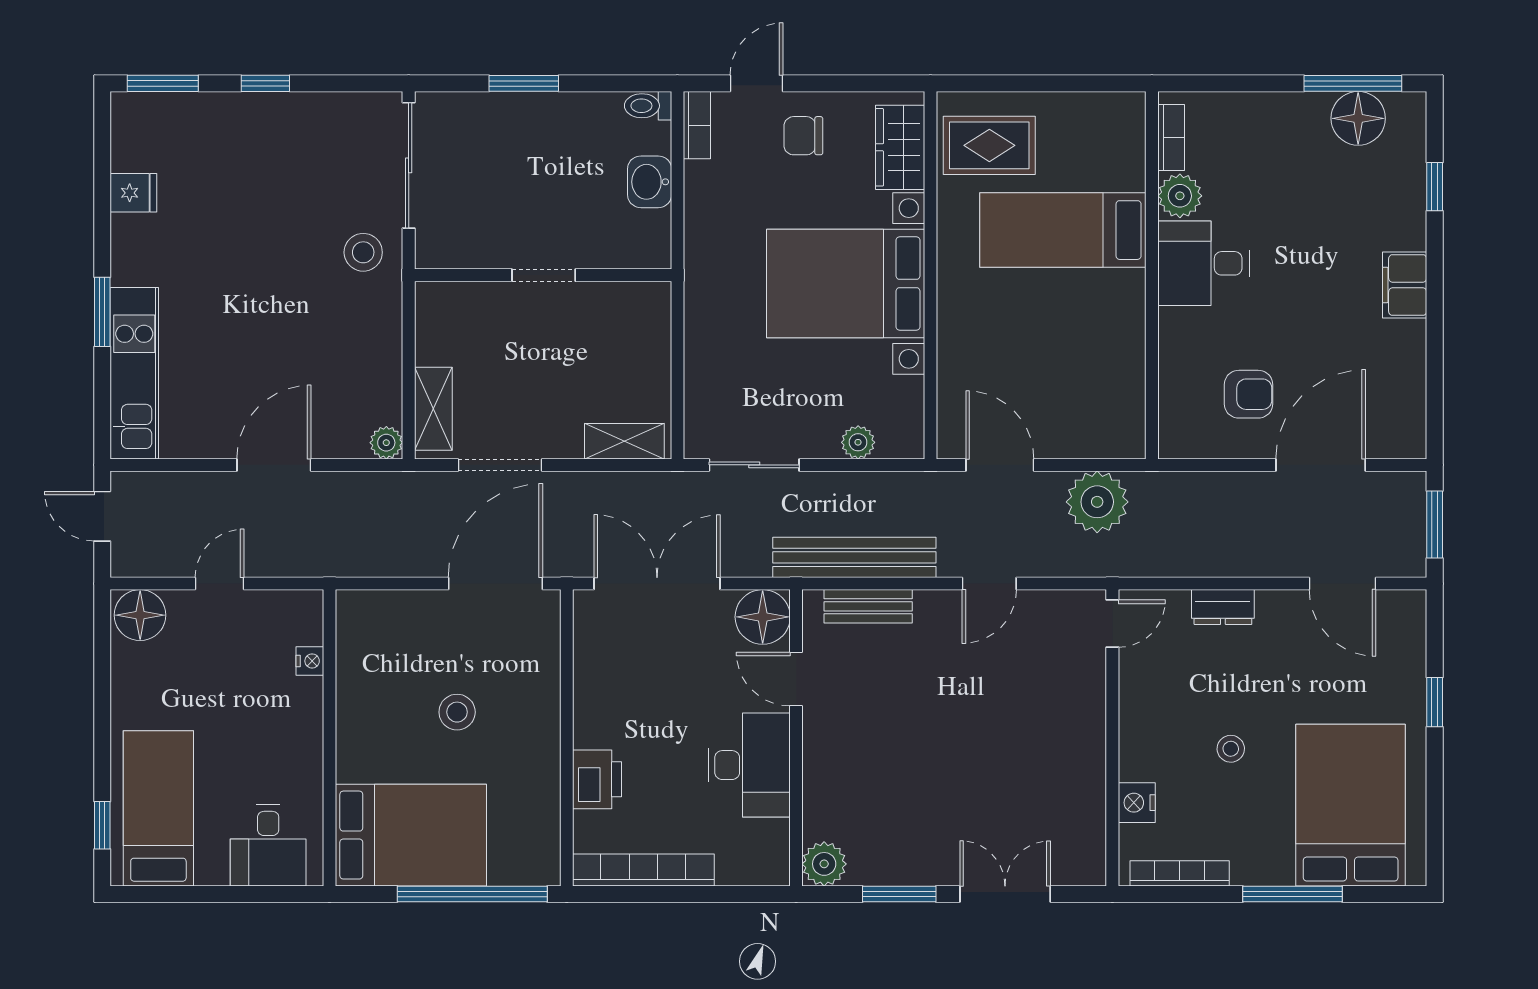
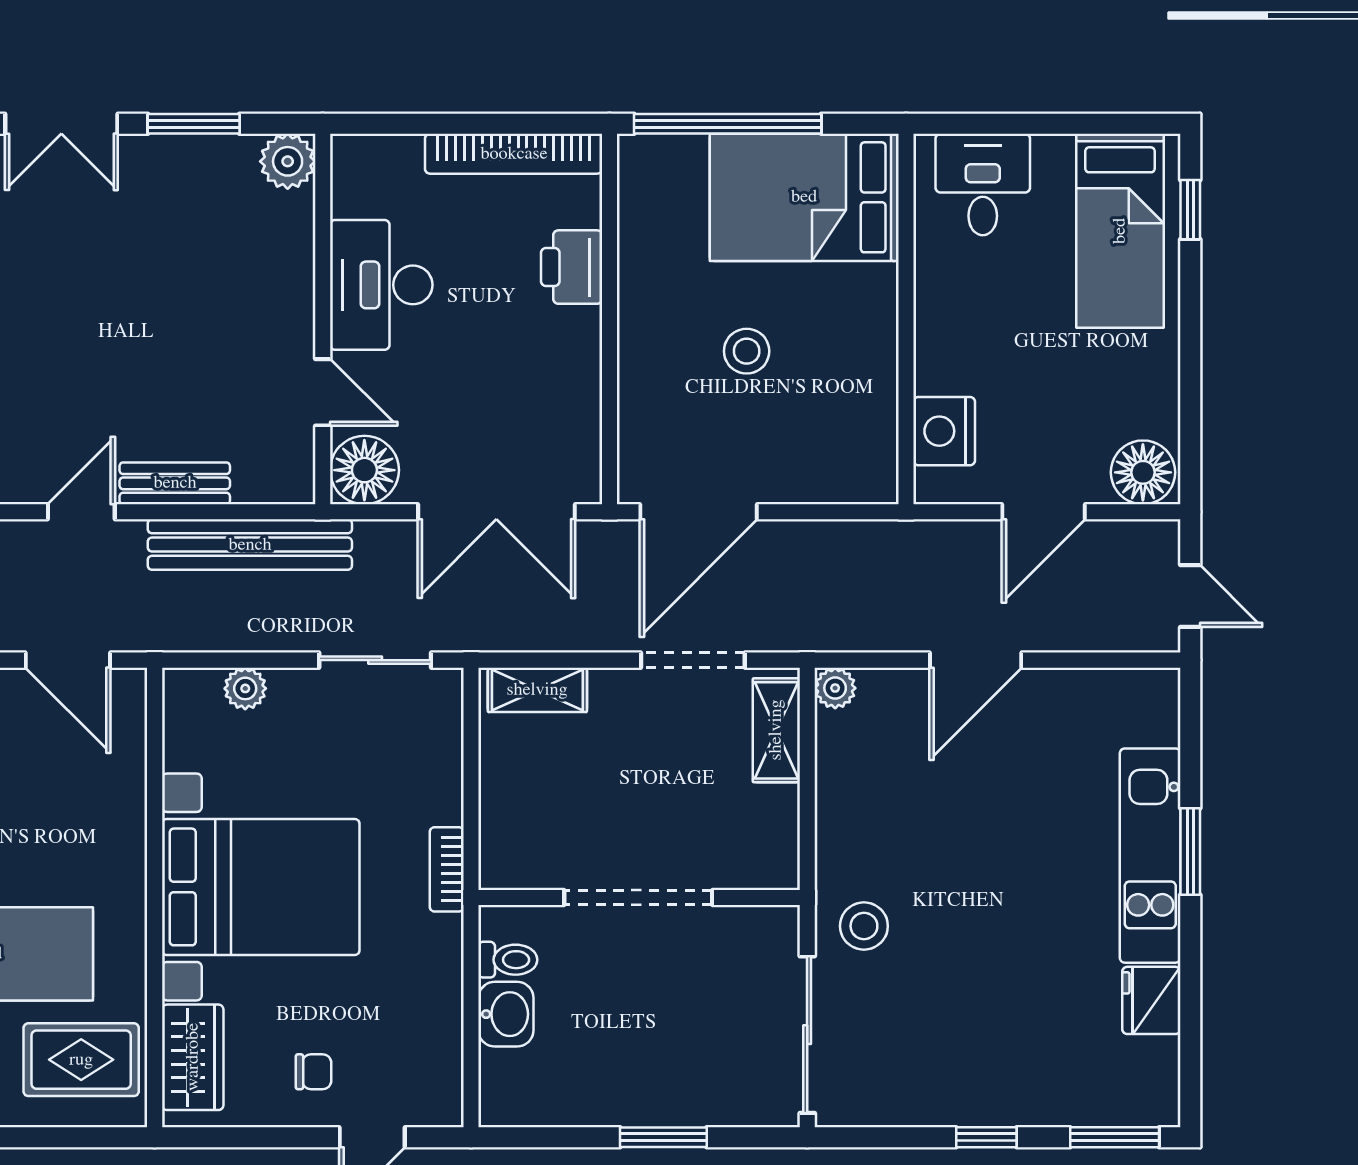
toilet: (648, 106) -> (508, 960), moved
bookcase: (697, 125) -> (447, 869), moved
chair: (803, 136) -> (314, 1072), width x0.73, depth x0.73
fridge: (133, 193) -> (1151, 1000), width x1.38
doorway: (544, 275) -> (638, 897), width x1.88
kitchen unit: (134, 373) -> (1150, 856), moved
door: (220, 584) -> (1043, 512), width x1.38
bench: (868, 606) -> (175, 483), moved
nightstand: (310, 661) -> (944, 431), width x1.89, depth x1.79

